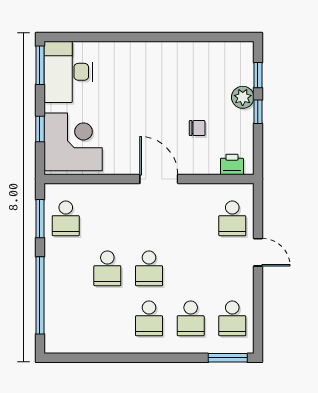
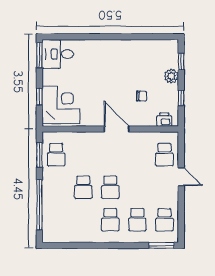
desk: (68, 72) -> (58, 54), width x0.73
window: (258, 112) -> (181, 98), moved

